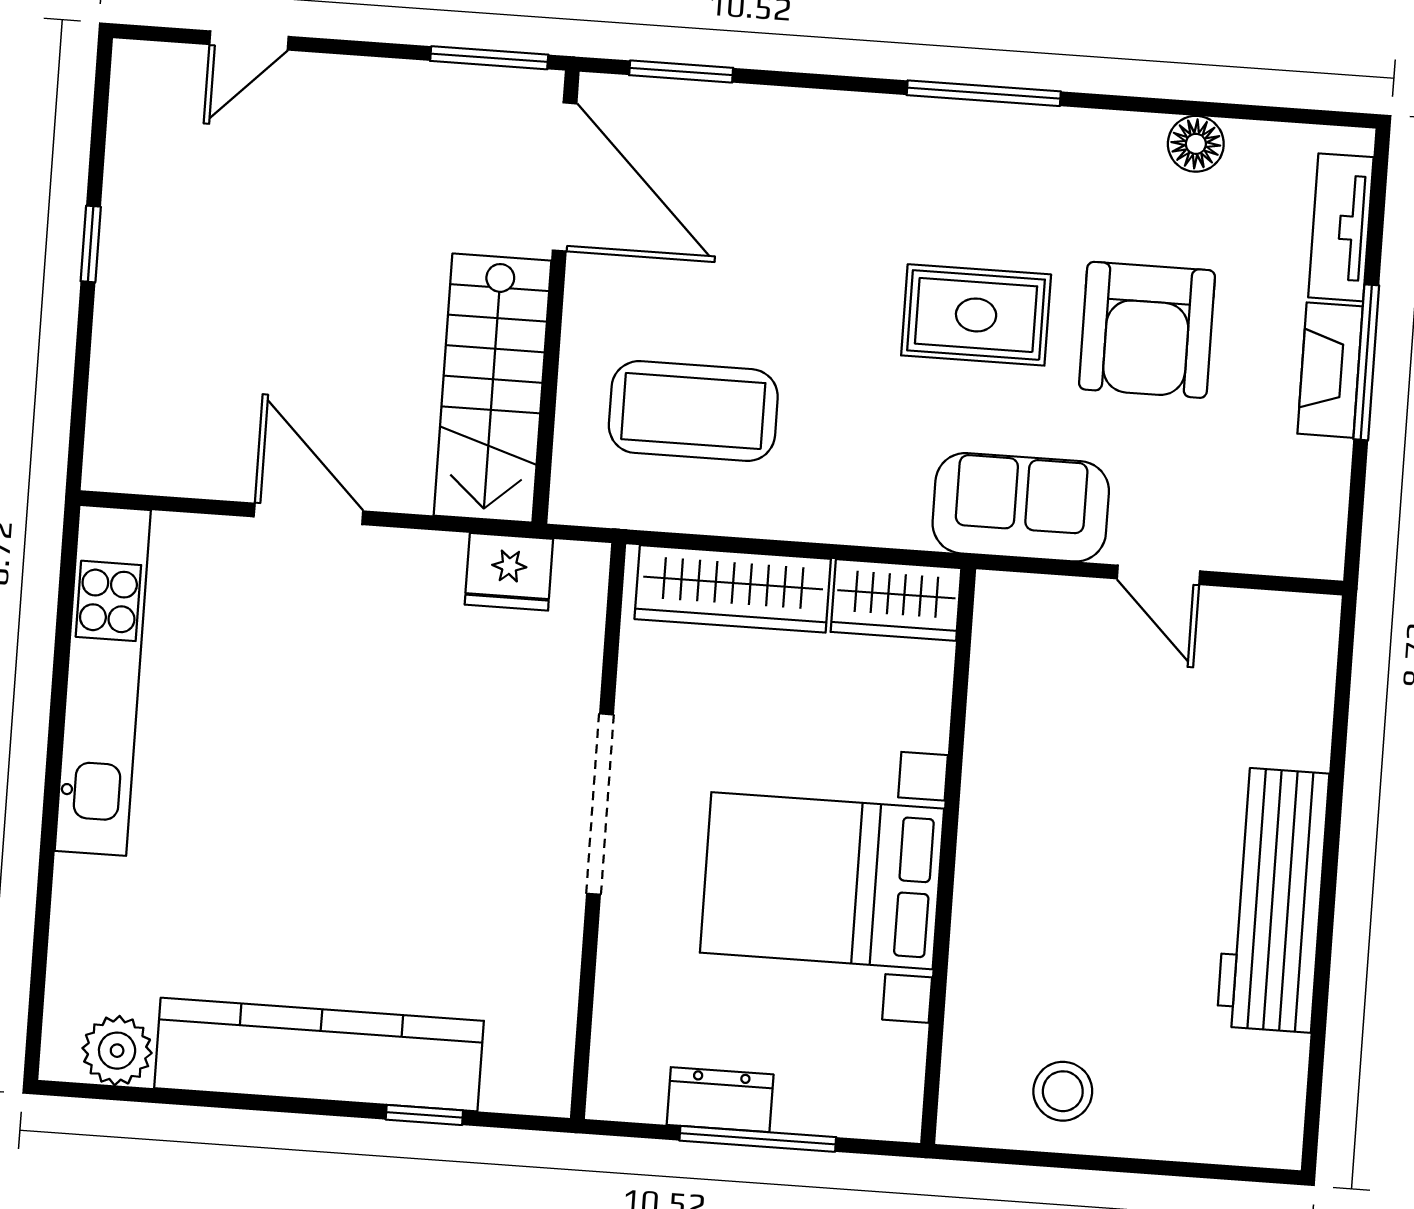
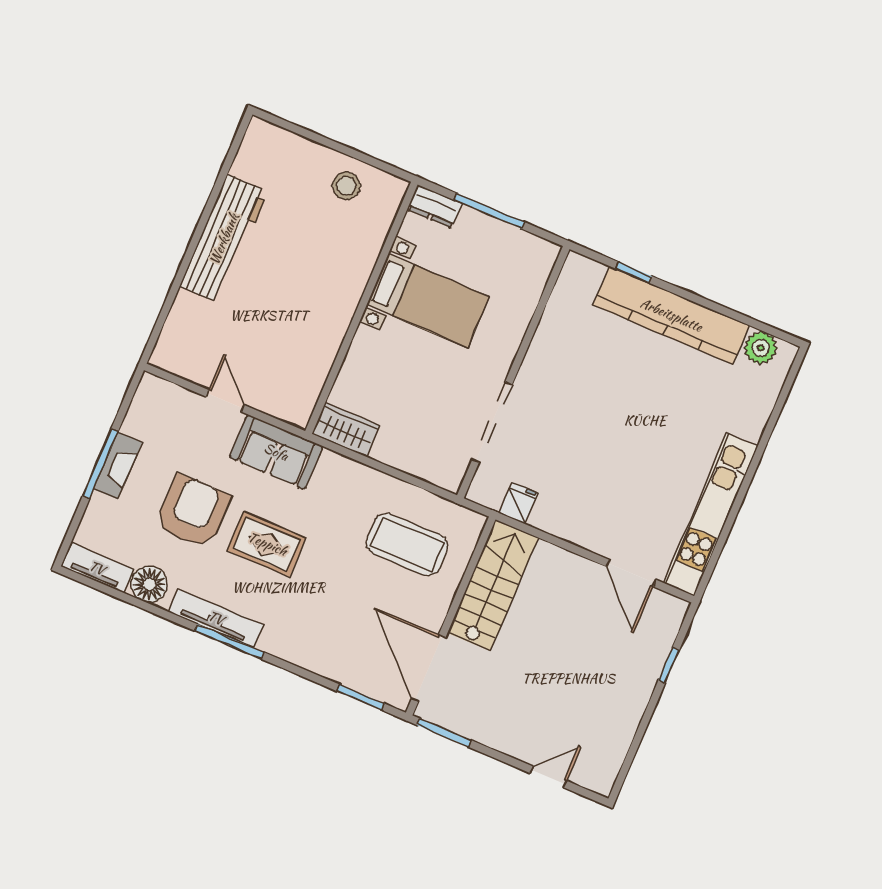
tv unit: (1027, 131) -> (216, 618), added
floor lamp: (1196, 144) -> (149, 584), width x1.38, depth x1.38
tv unit: (1341, 227) -> (97, 568), moved, turned -90
window: (91, 244) -> (669, 665), moved
door: (308, 514) -> (631, 573), moved
fridge: (509, 572) -> (519, 503), width x0.72
wardrobe: (733, 589) -> (417, 459), removed
doorway: (600, 804) -> (492, 422), moved
bed with nightstands: (822, 881) -> (428, 301), width x0.73
dresser: (720, 1100) -> (435, 206), moved

